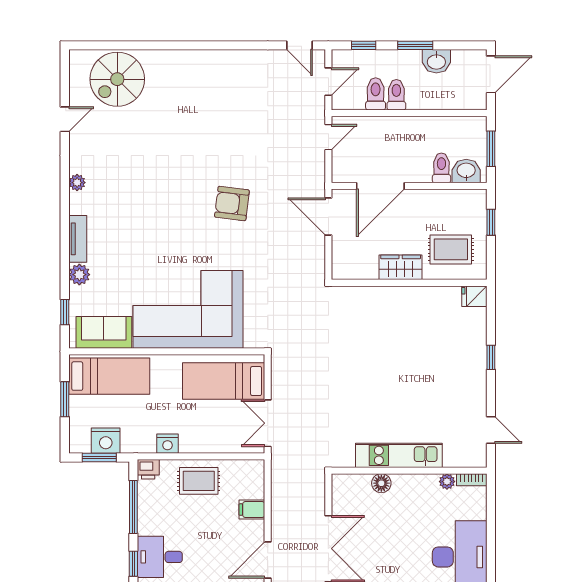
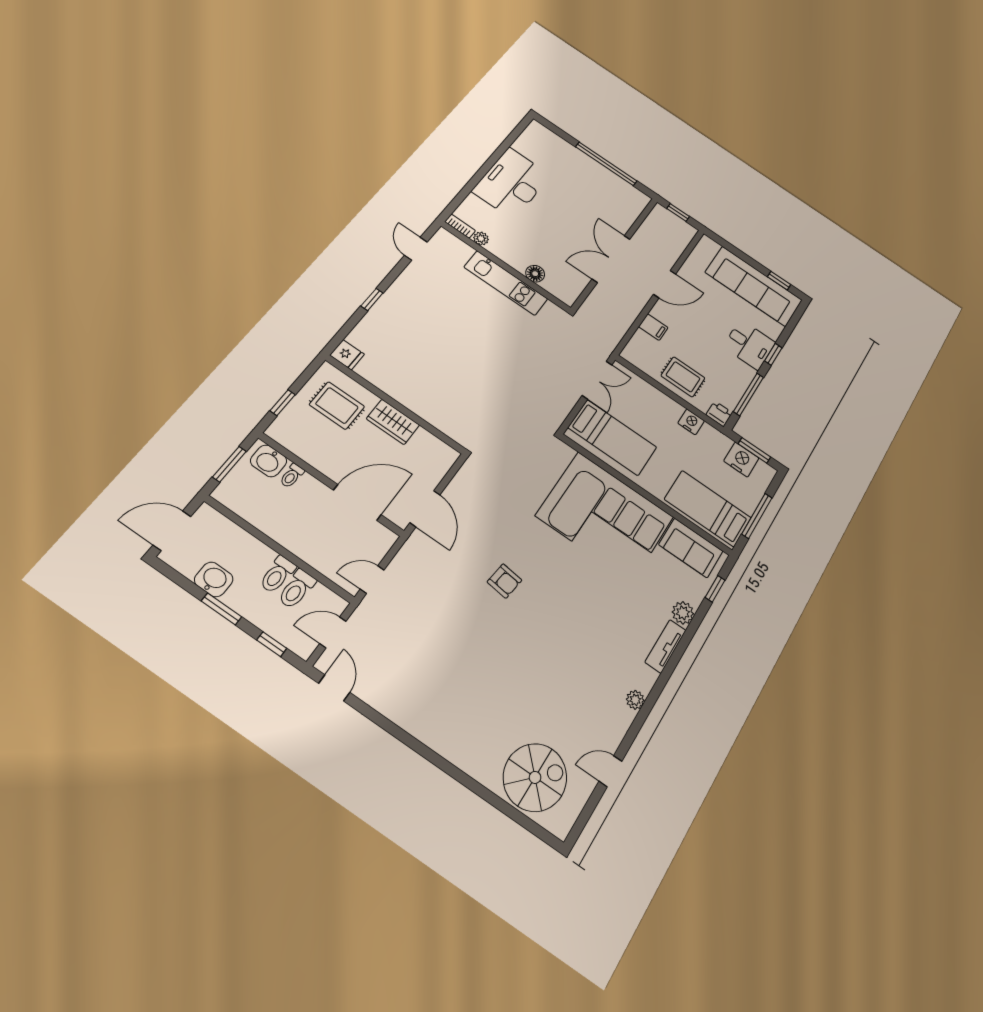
toilet: (441, 168) -> (292, 476), width x0.73, depth x0.72
armchair: (232, 204) -> (504, 581), width x0.72, depth x0.72
window: (65, 399) -> (757, 516), width x1.44

